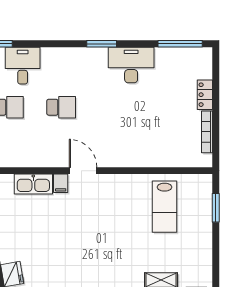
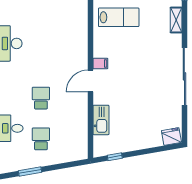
filing cabinet: (61, 183) -> (100, 64), moved

